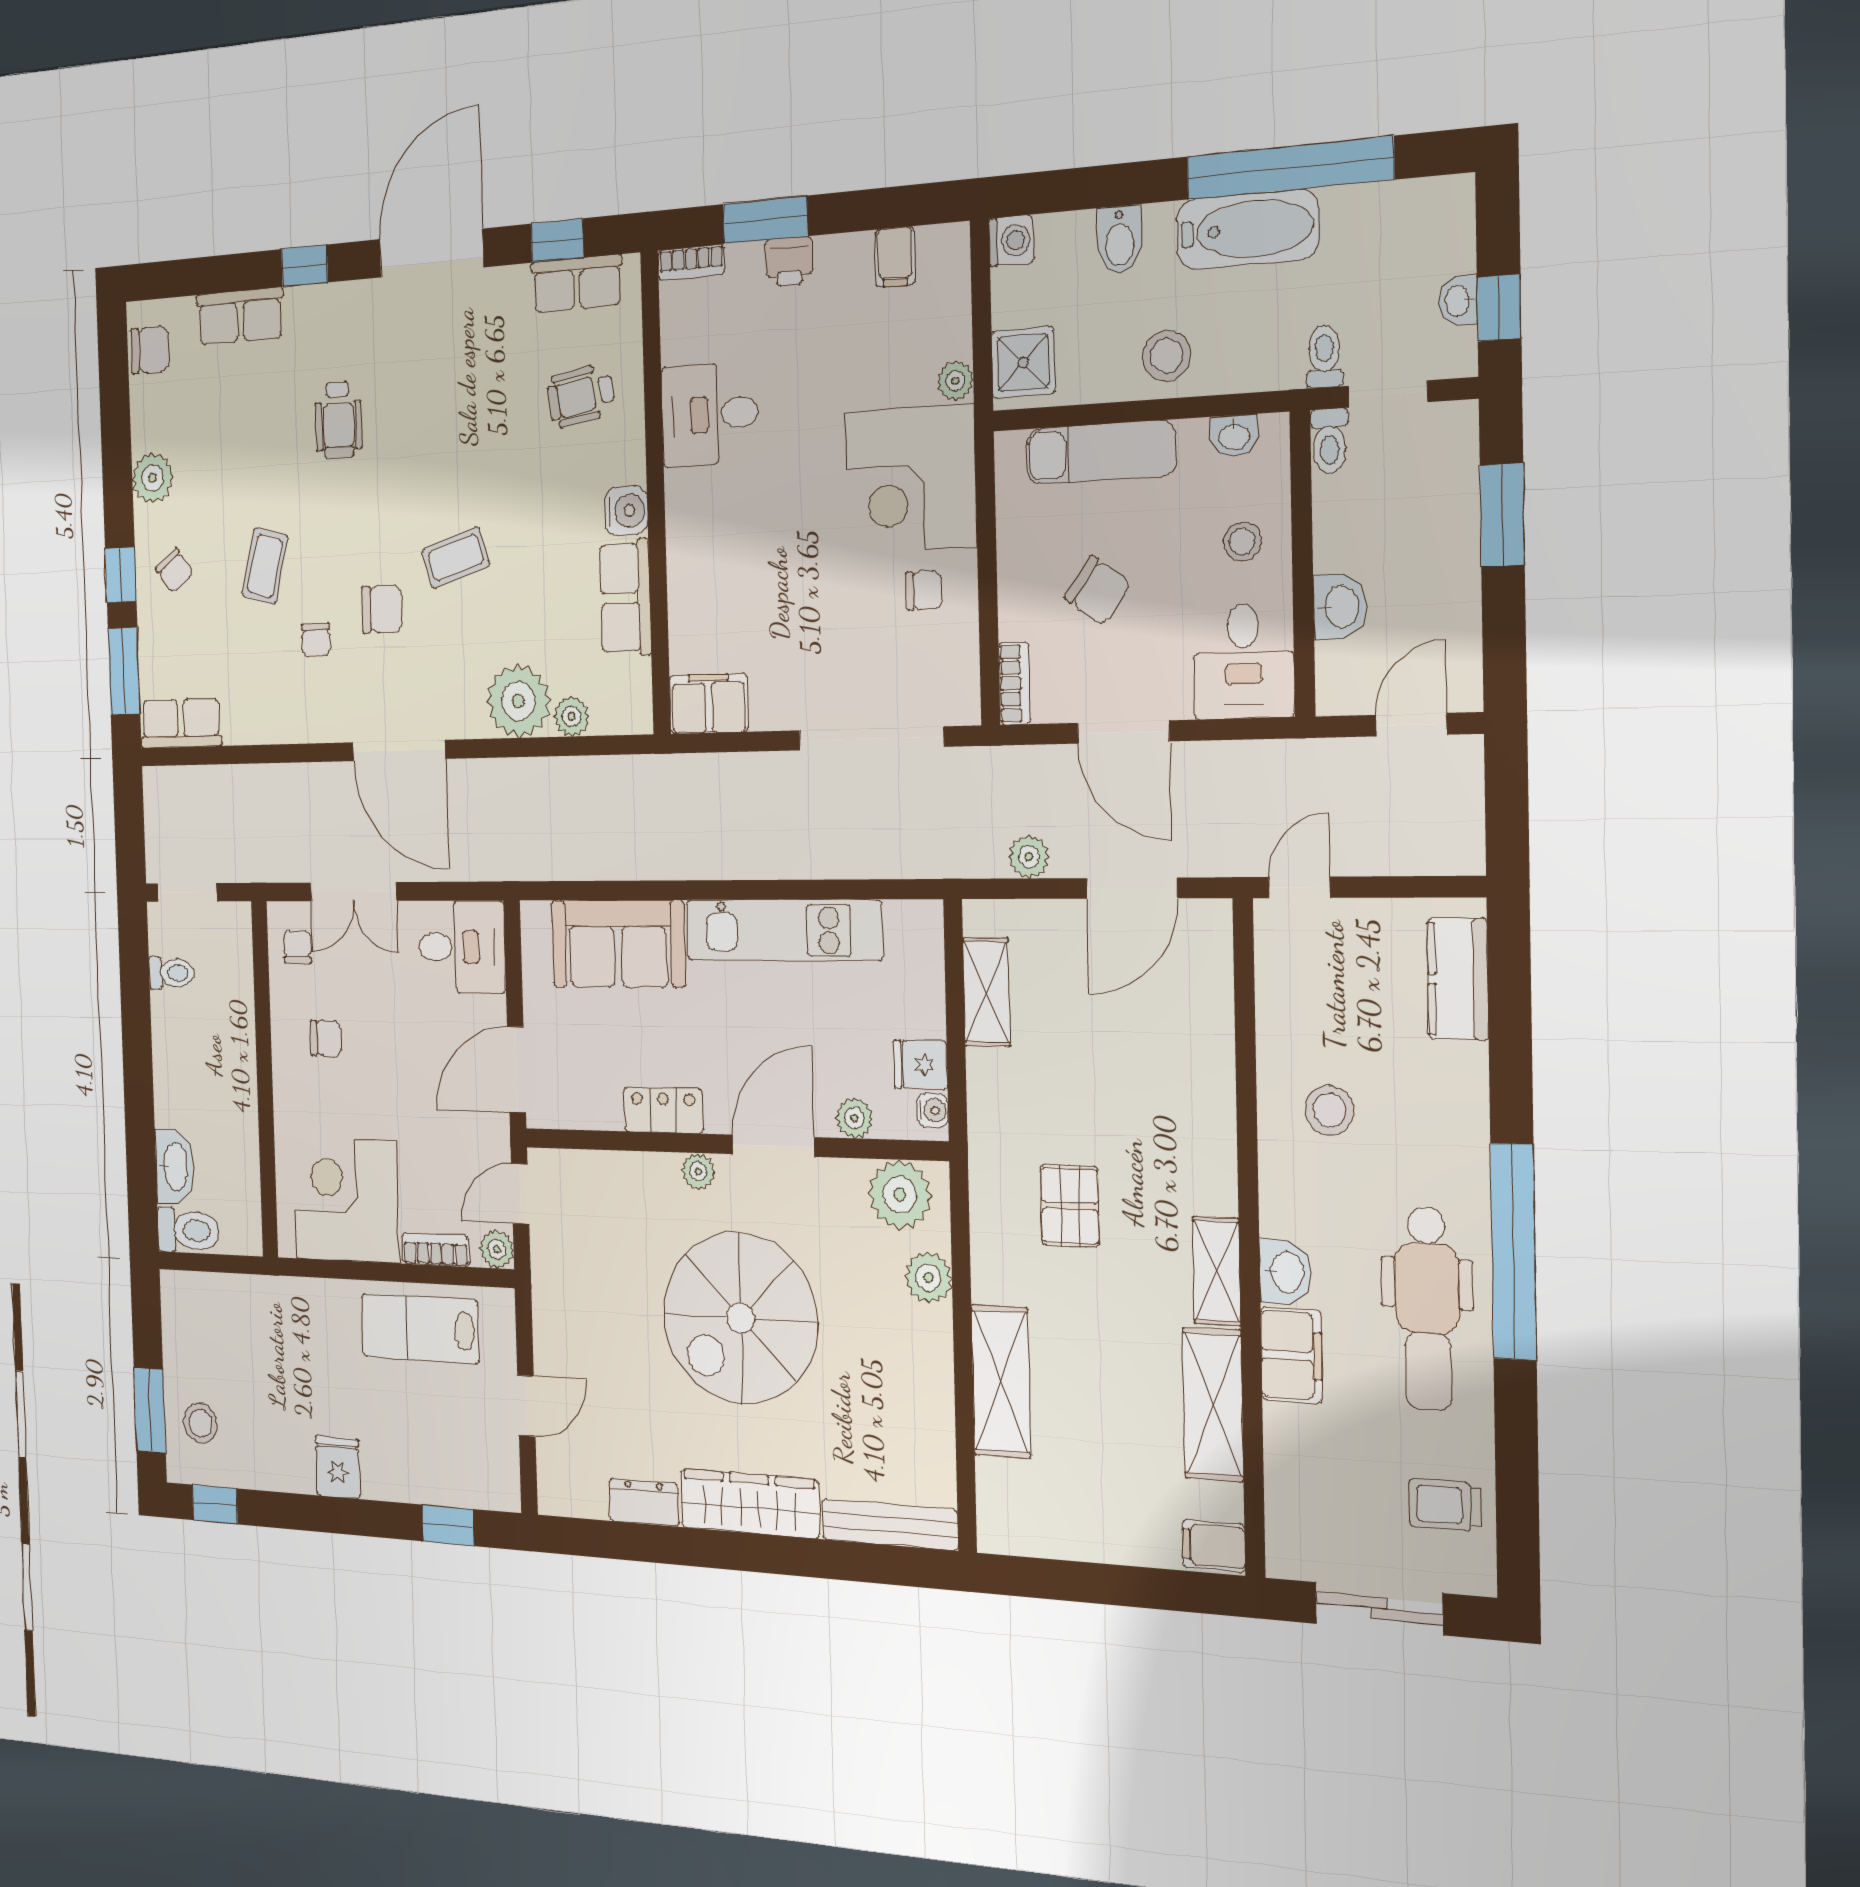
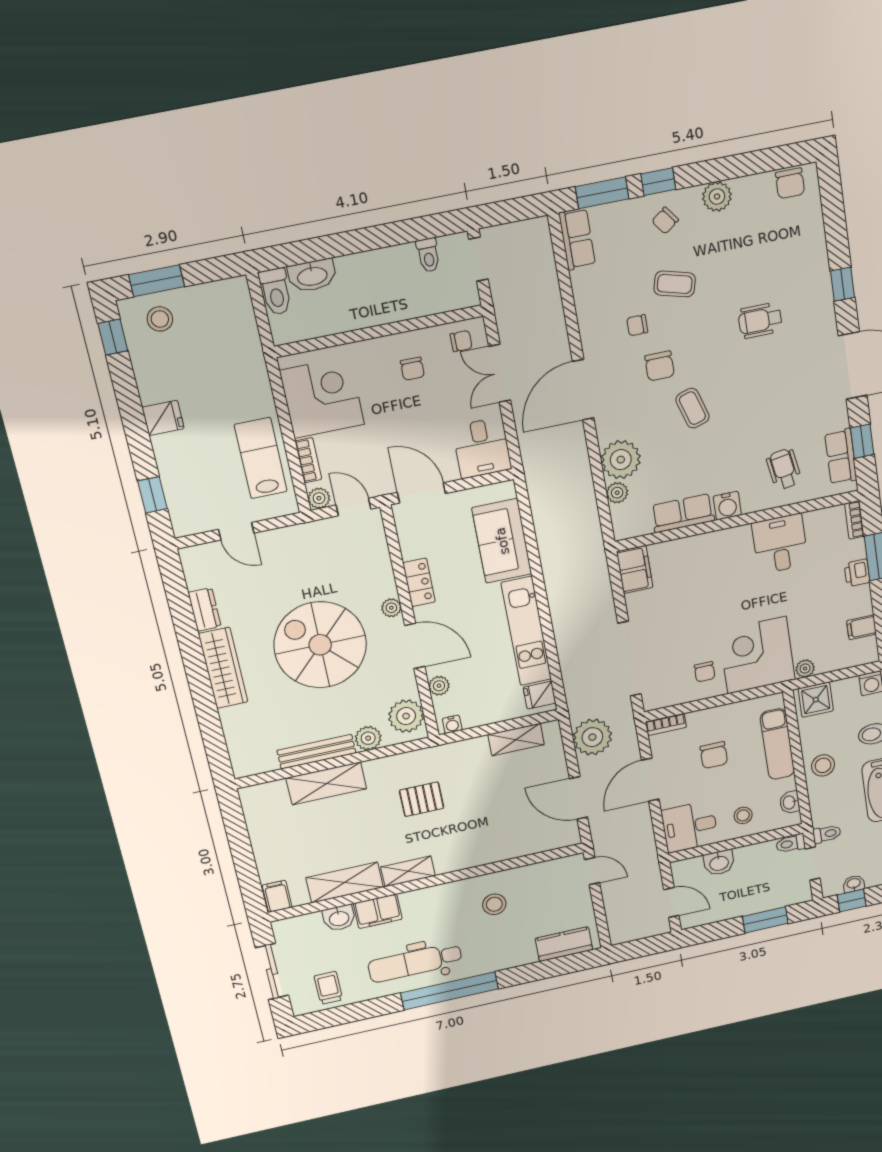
row of seats: (240, 316) -> (813, 245), removed
chair: (1098, 591) -> (714, 755), turned -36
plant: (1029, 857) -> (592, 737), width x1.87, depth x1.87
fridge: (920, 1065) -> (539, 695), moved, turned -90
washbasin: (1286, 1272) -> (339, 918), moved
bench: (890, 1525) -> (316, 752), moved, turned 90

